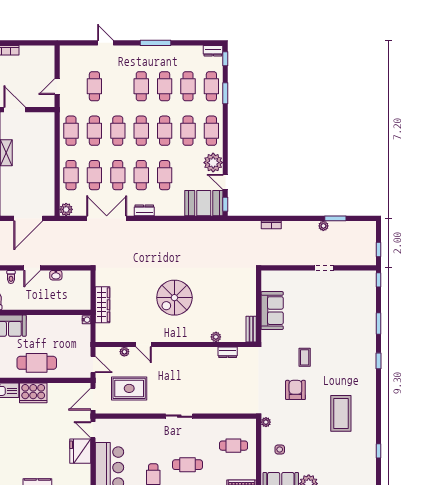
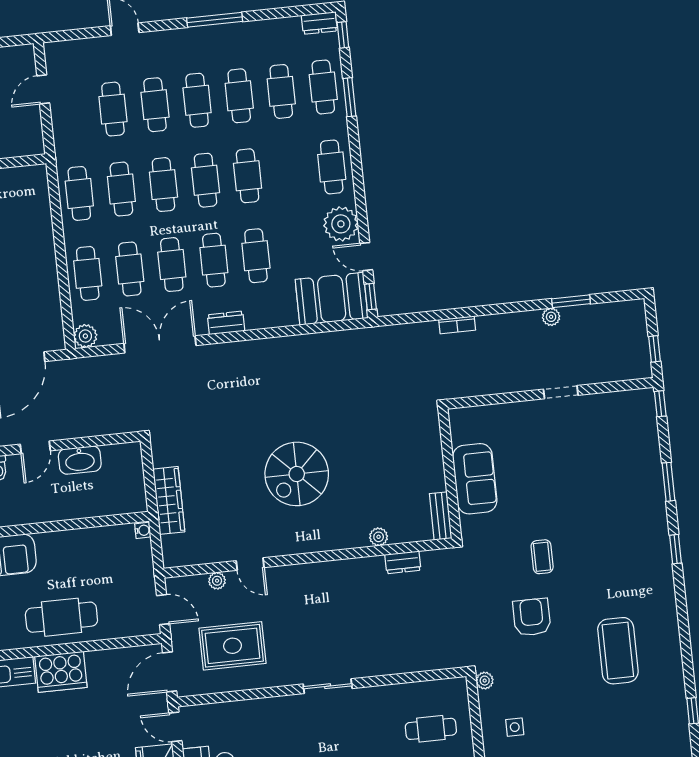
door: (57, 87) -> (43, 89), moved
cafe table: (188, 131) -> (155, 105), moved
washbasin: (56, 275) -> (80, 460), width x1.91, depth x1.45

